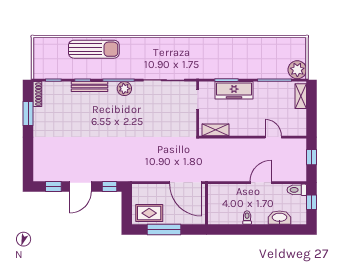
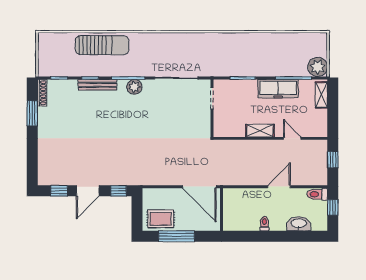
freezer: (234, 90) -> (278, 89), moved
shelving: (216, 130) -> (260, 131), moved

